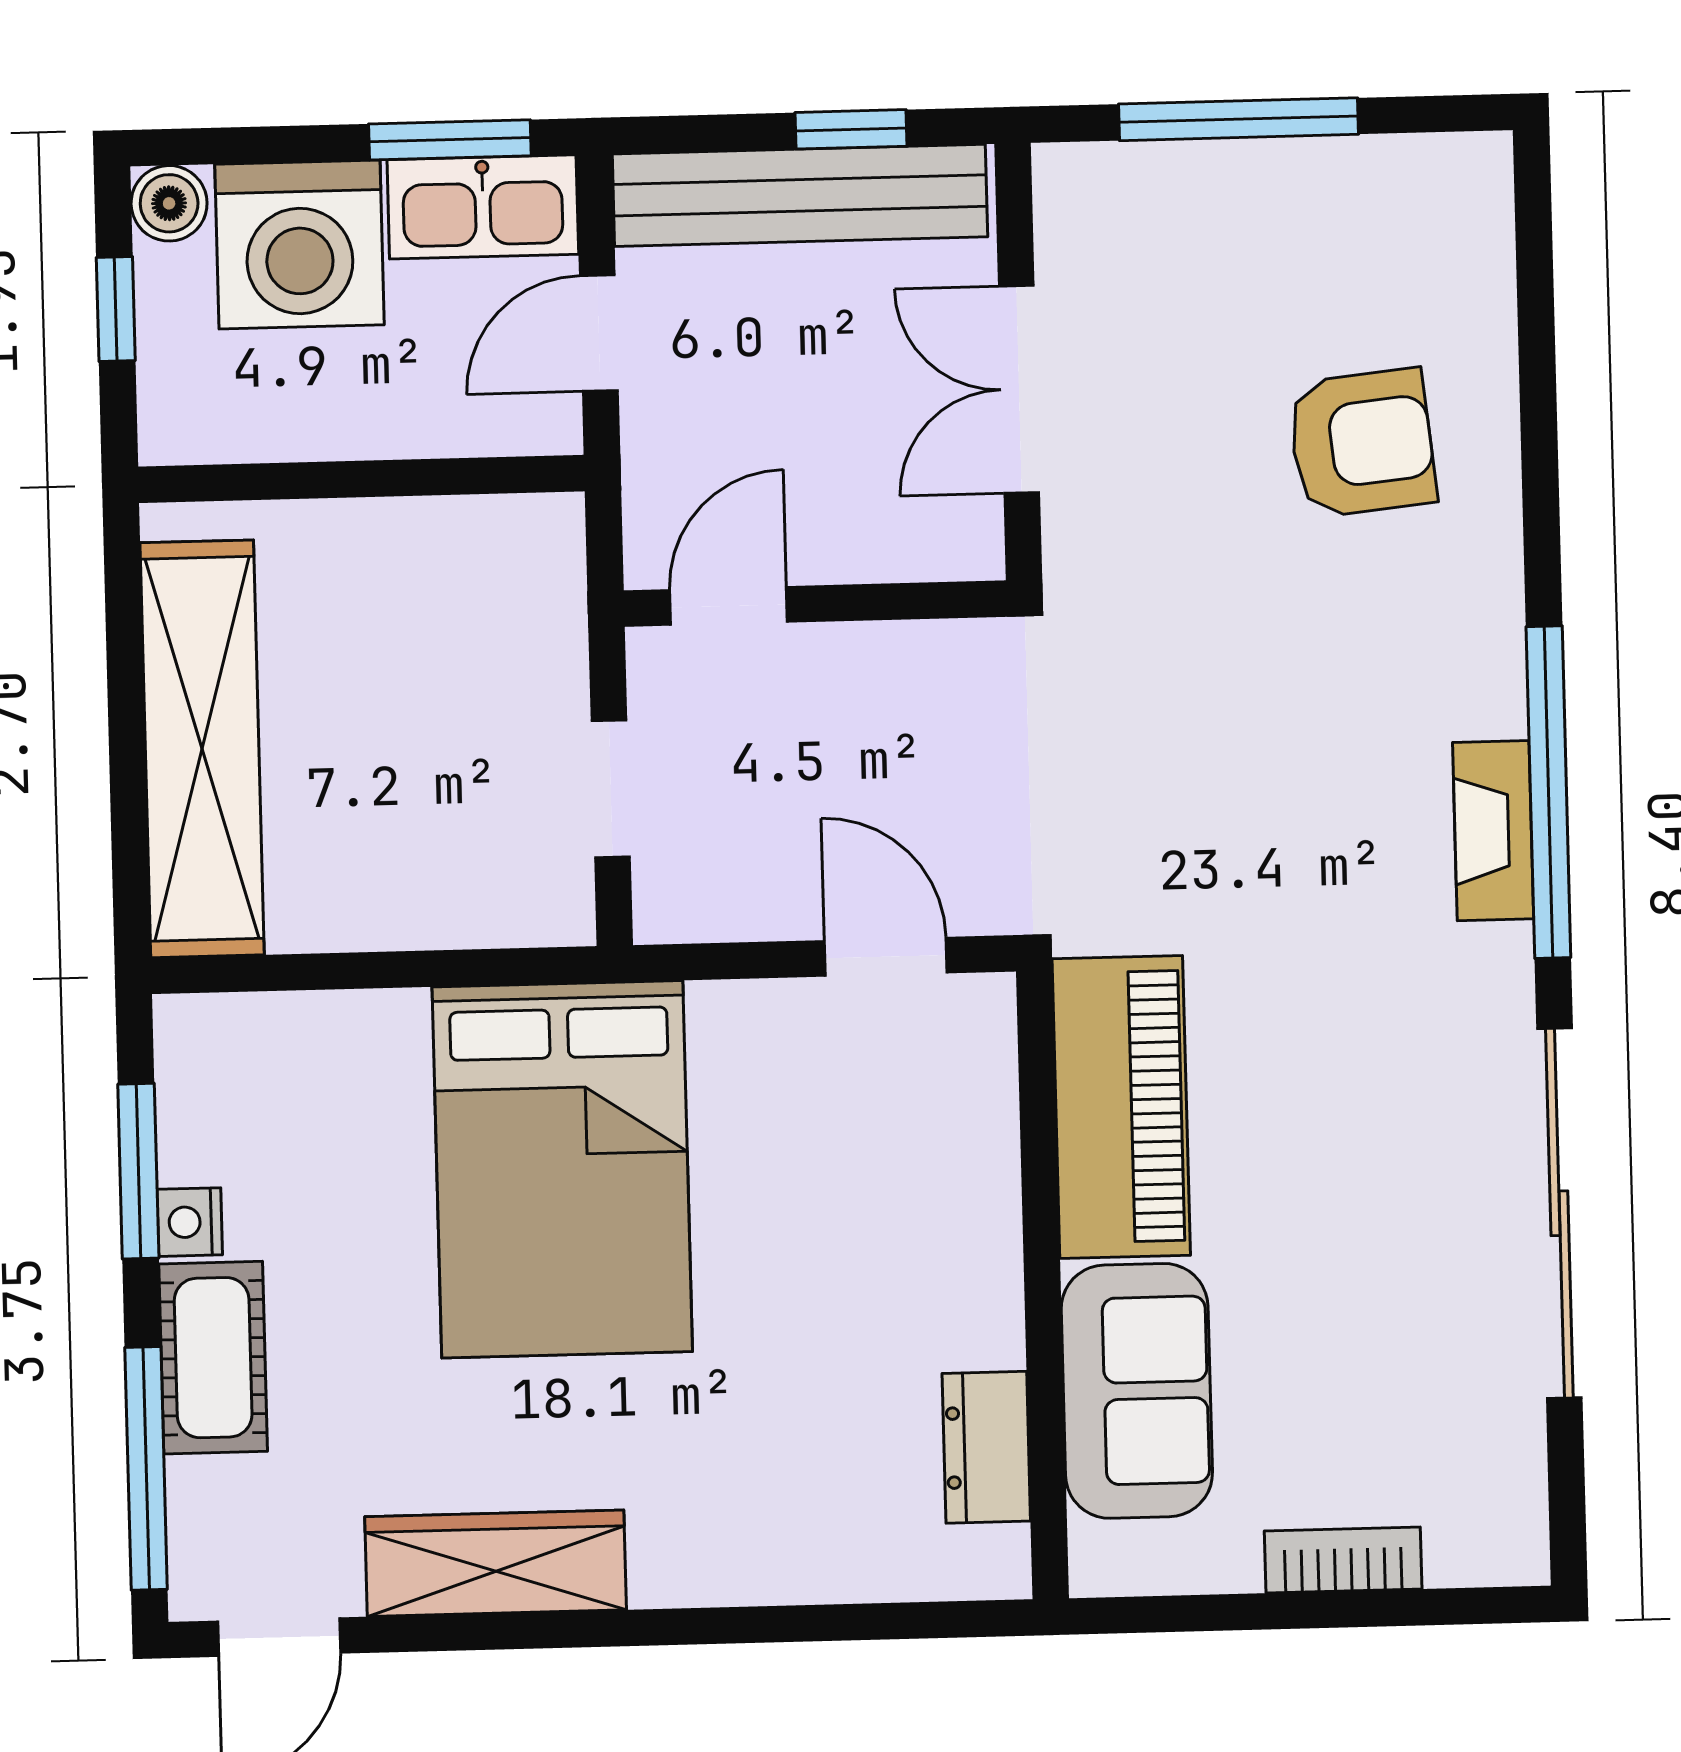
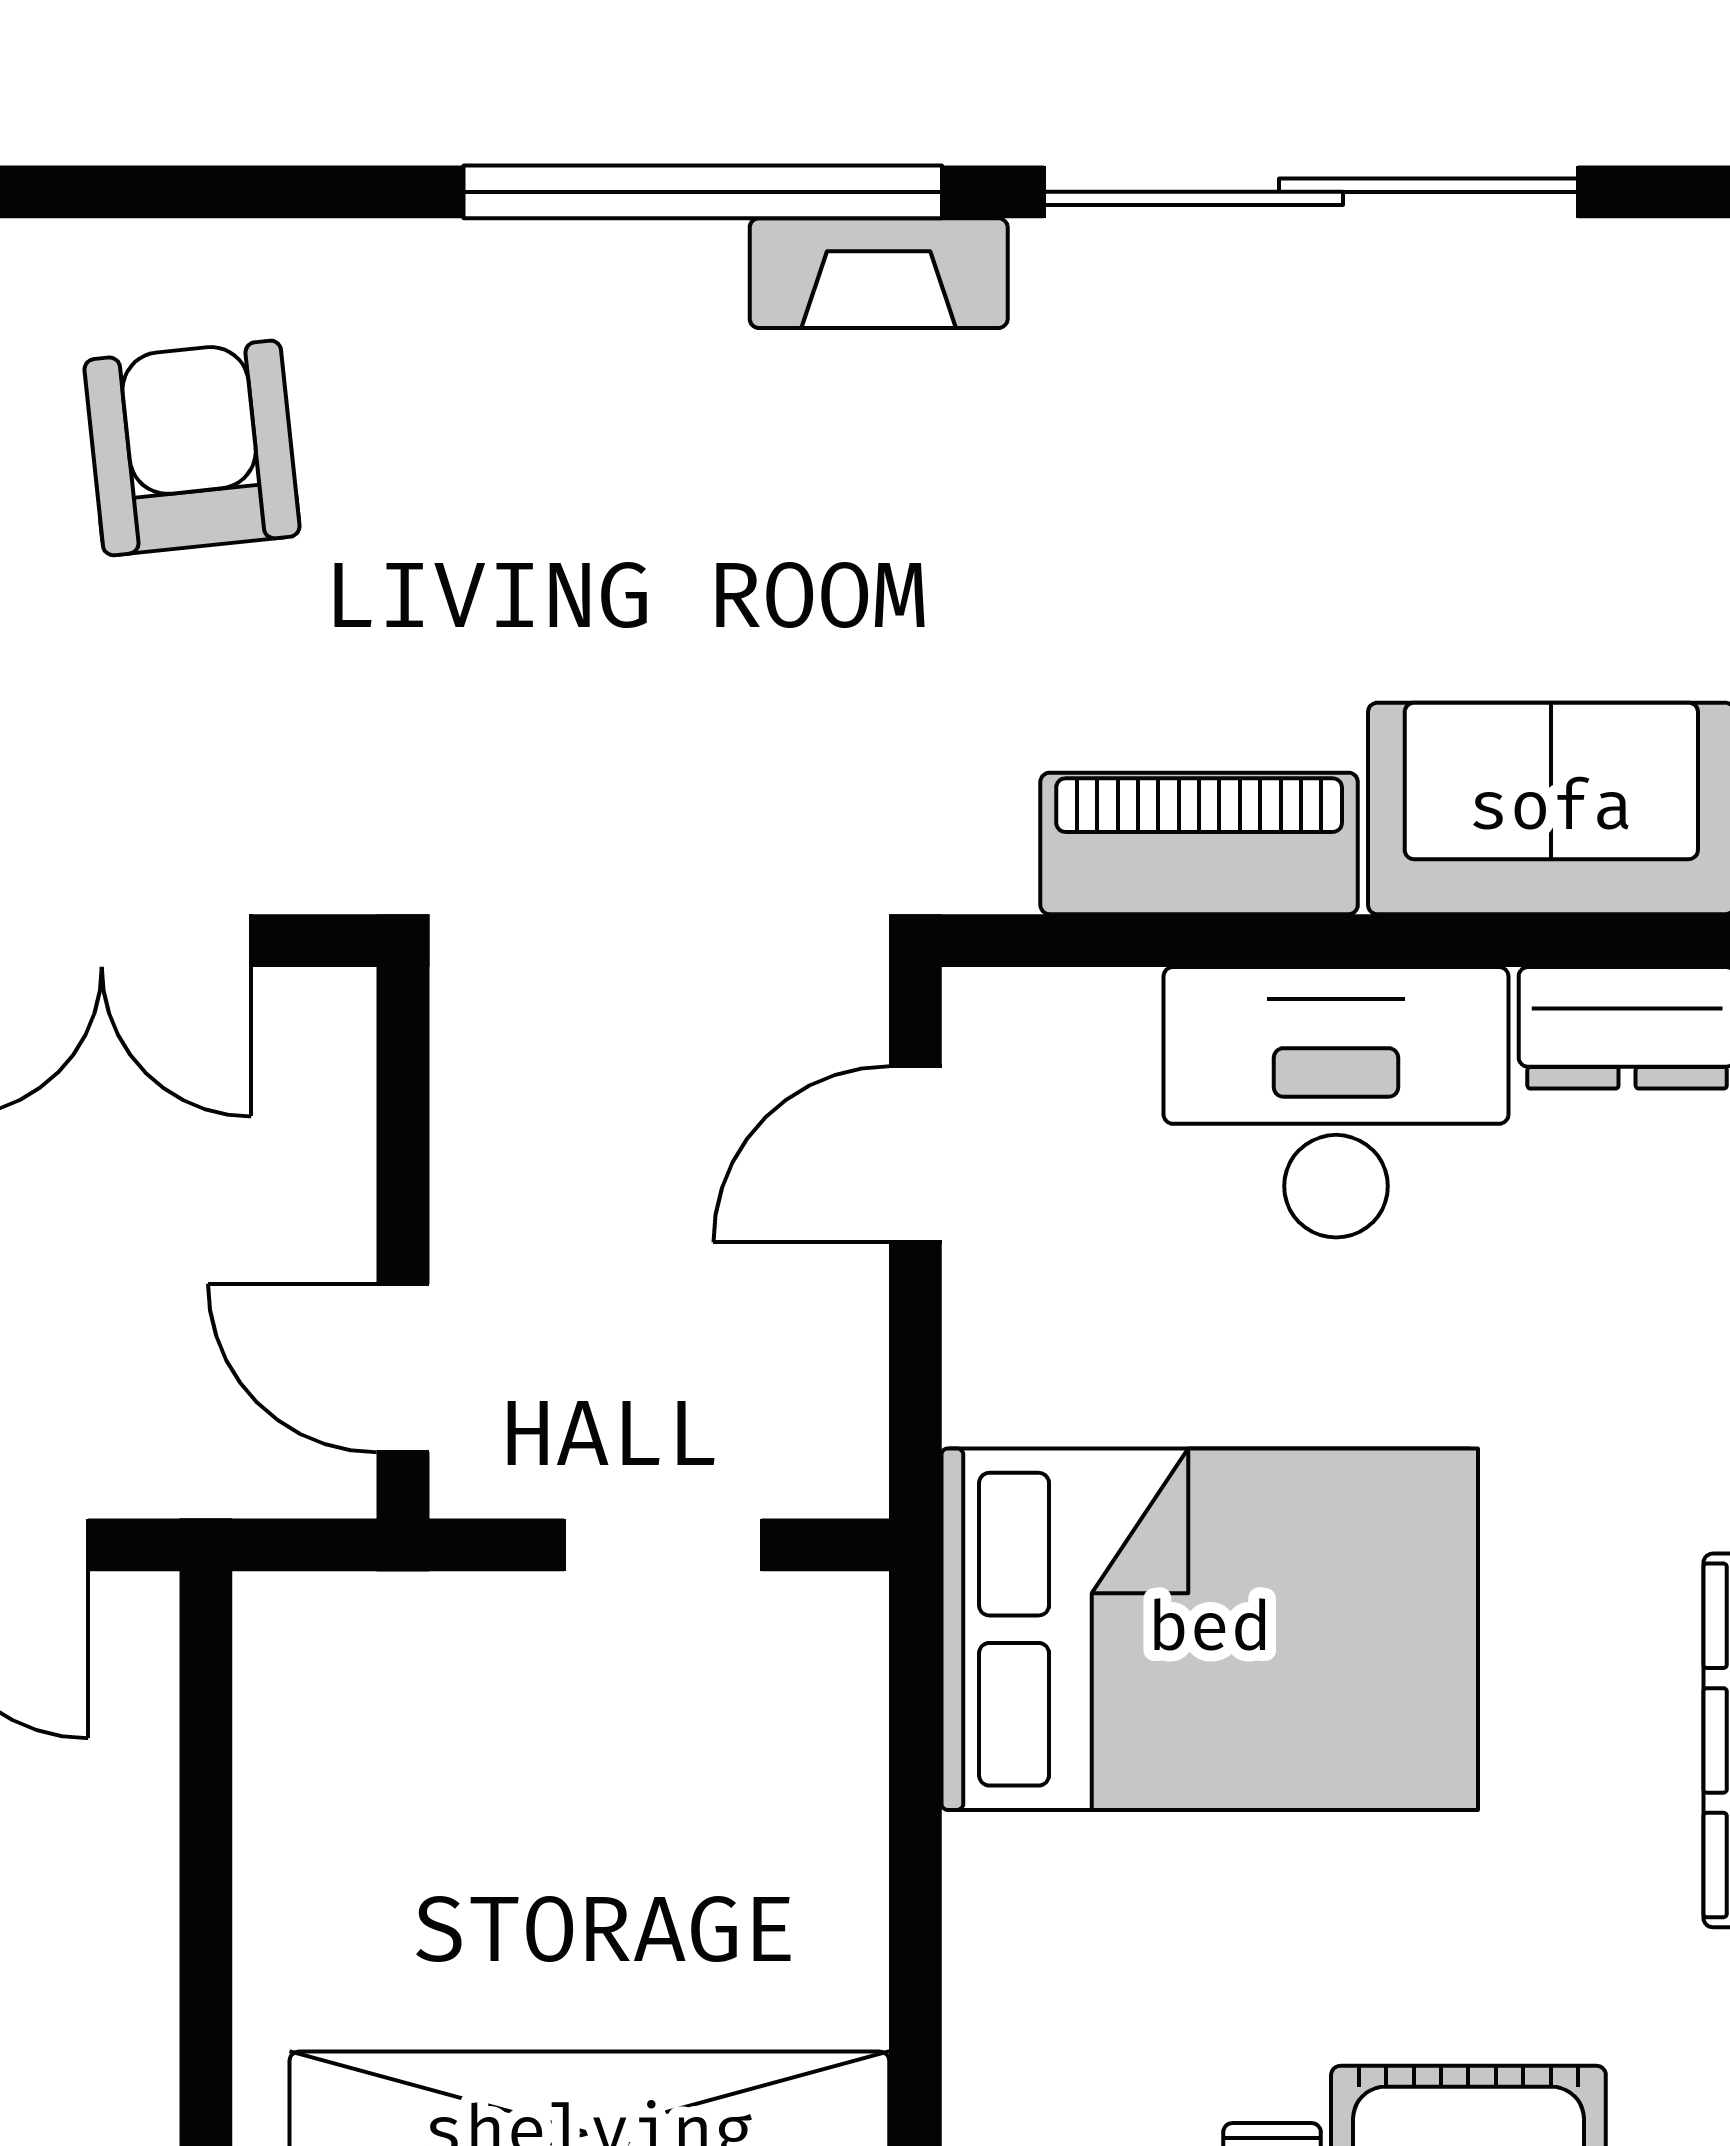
fireplace: (1493, 831) -> (879, 273), moved
piano: (1121, 1107) -> (1199, 843), width x0.73, depth x0.75
desk: (929, 1247) -> (1336, 1102), added

